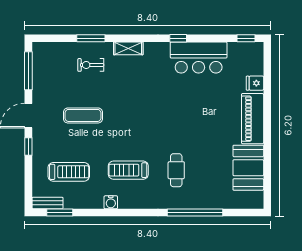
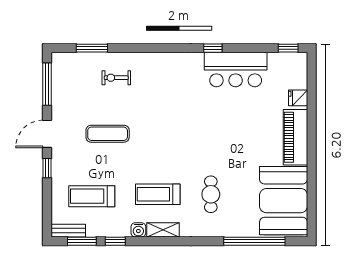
window: (91, 38) -> (92, 48), moved
shelving: (128, 48) -> (163, 230), moved
booth: (248, 168) -> (284, 201), width x1.36, depth x1.42
treadmill: (69, 172) -> (92, 196), turned 180
window: (90, 213) -> (115, 241), added
window: (195, 213) -> (254, 241), moved

